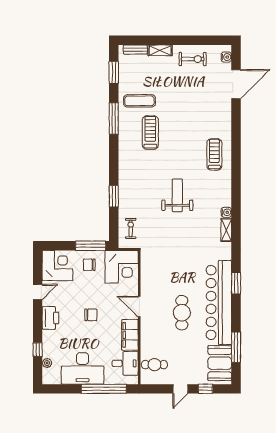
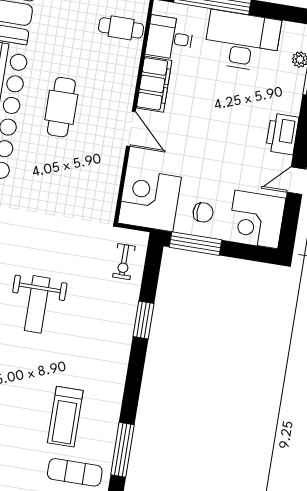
chair: (91, 315) -> (214, 128), removed

